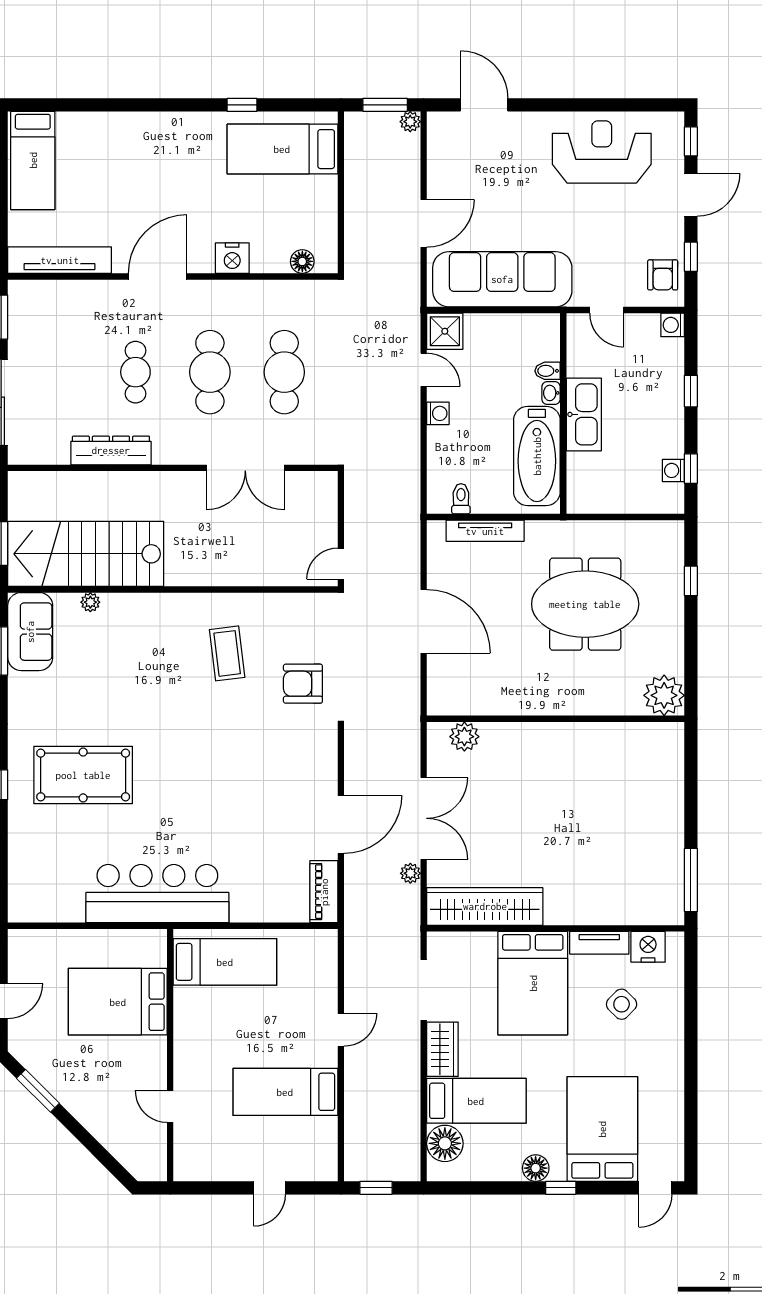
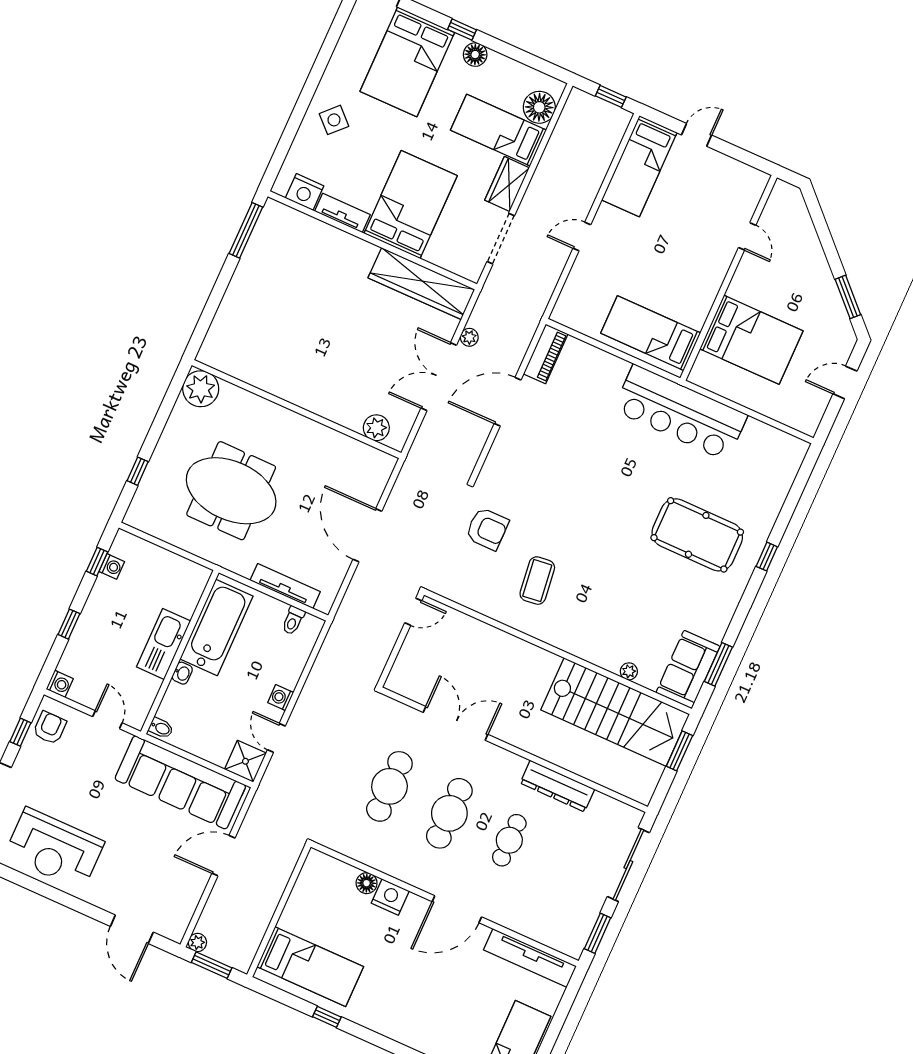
floor lamp: (302, 261) -> (367, 883), moved
bidet: (548, 371) -> (161, 728), moved
side table: (622, 1004) -> (334, 120), moved
bed: (285, 1092) -> (639, 166), moved, turned 90

